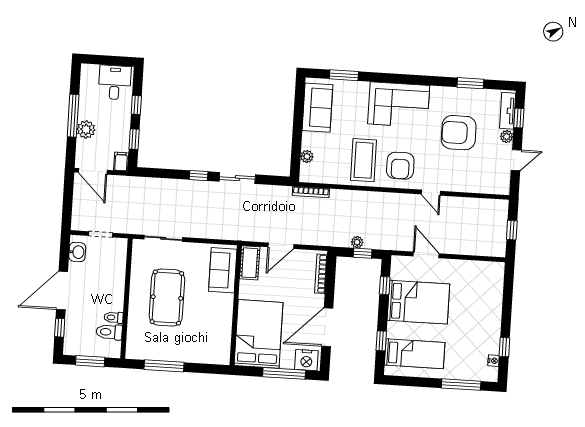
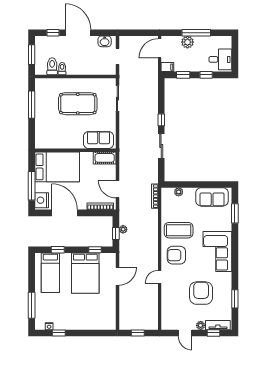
door: (281, 246) -> (117, 189), moved

